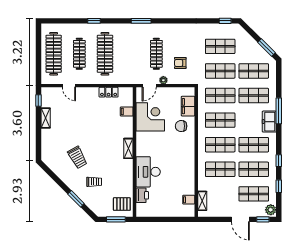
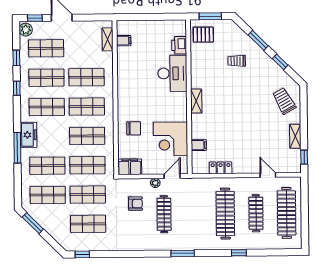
filing cabinet: (188, 106) -> (130, 167), moved, turned -90
trolley: (77, 157) -> (284, 101), moved
window: (58, 181) -> (280, 62), added

